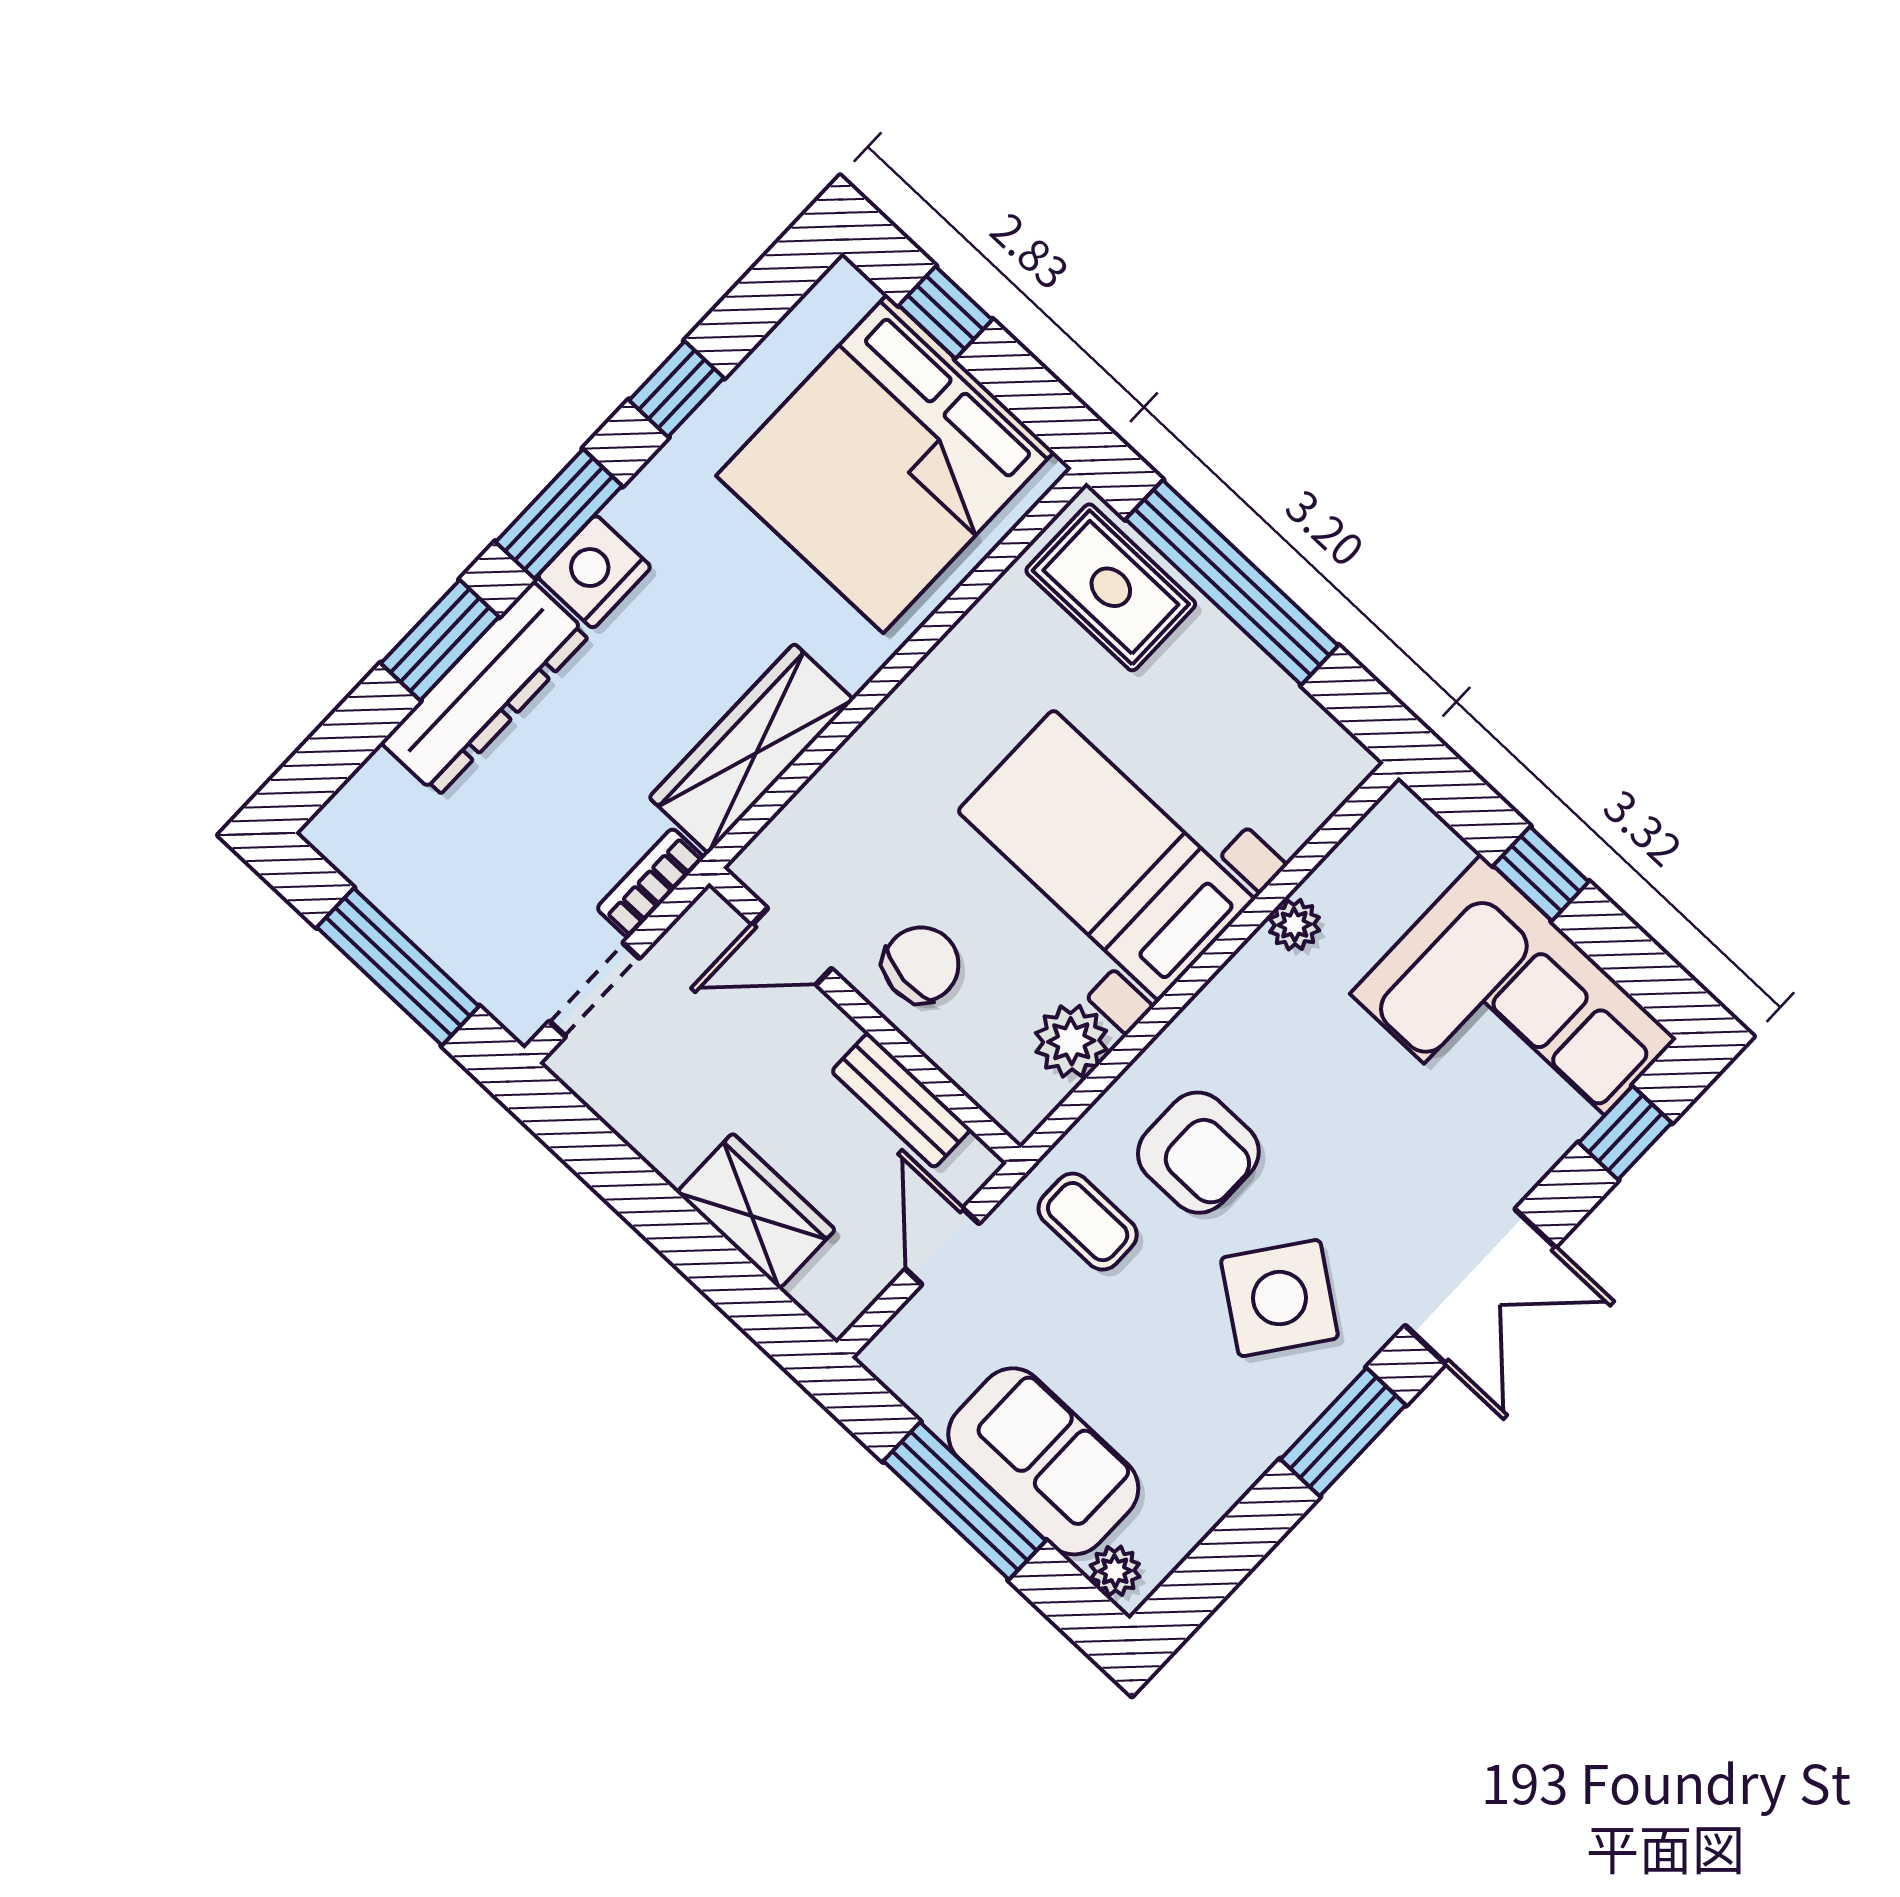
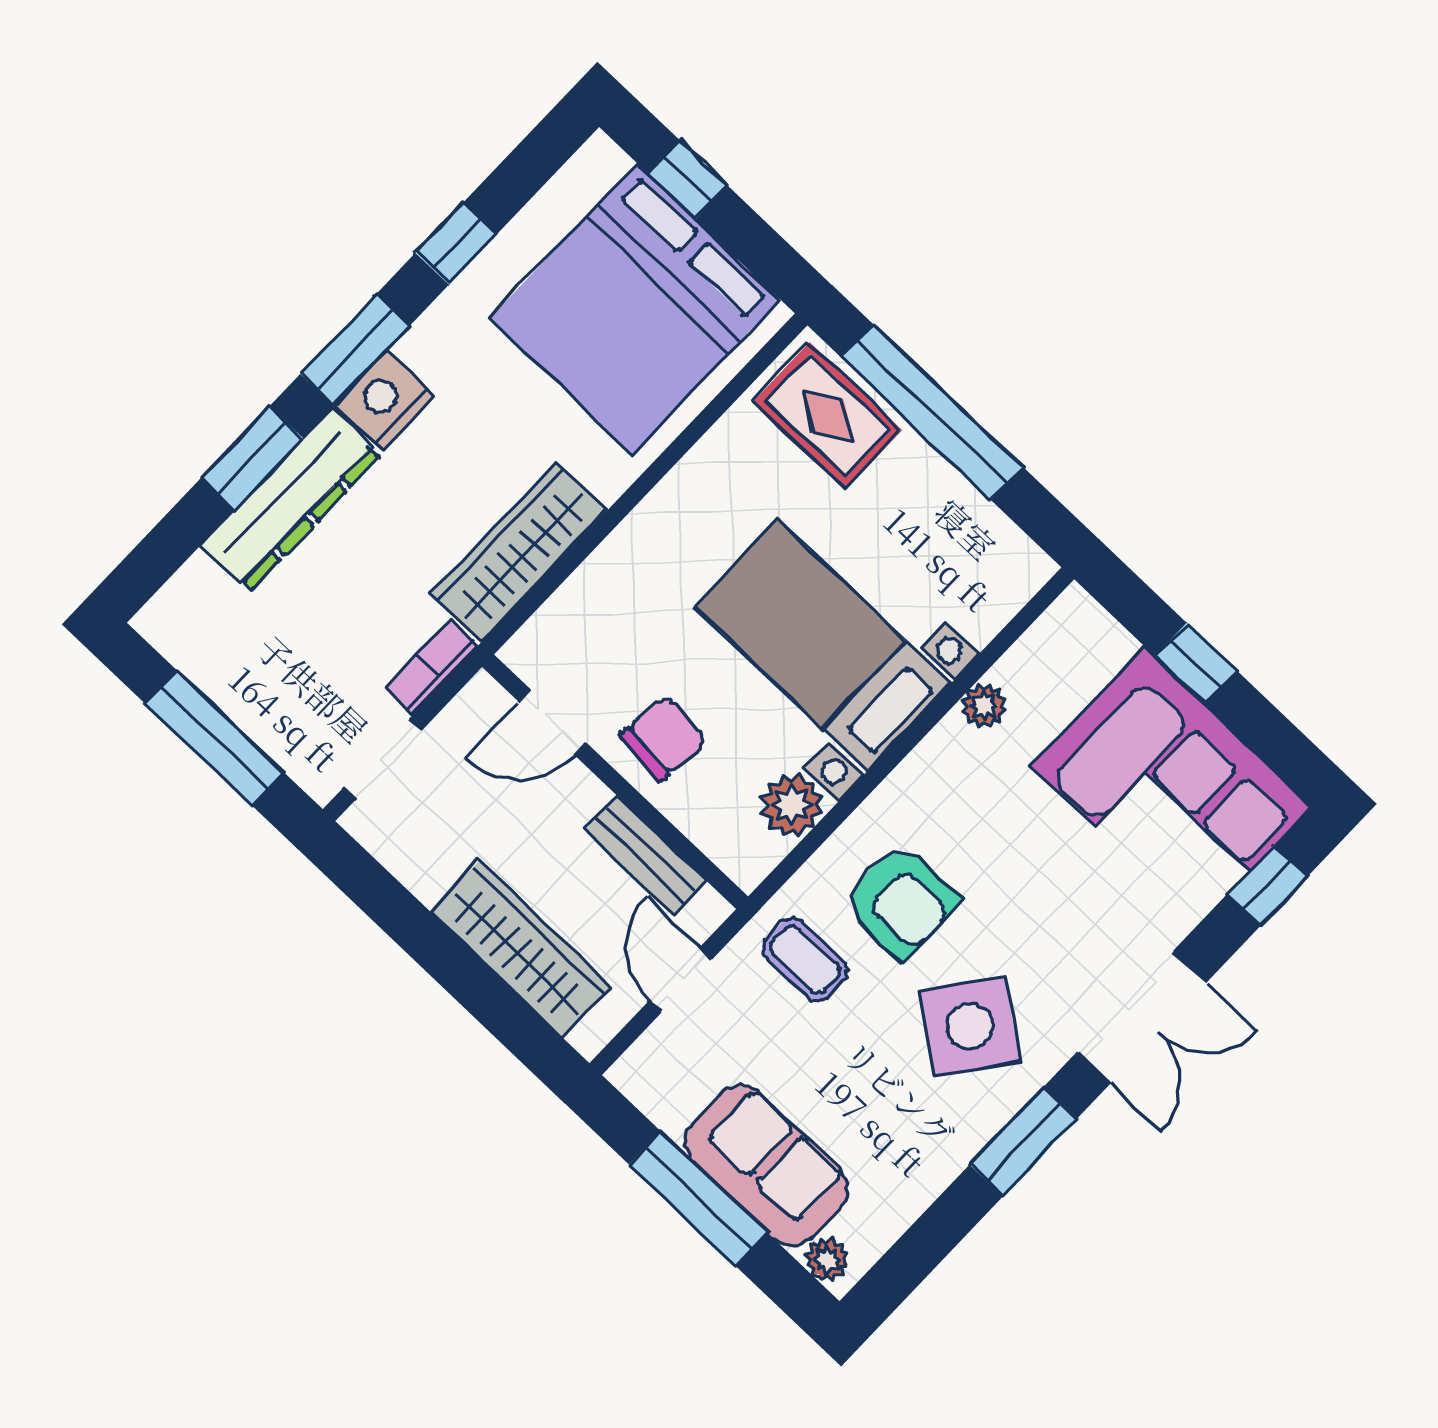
wardrobe: (756, 1211) -> (521, 949), width x1.50

